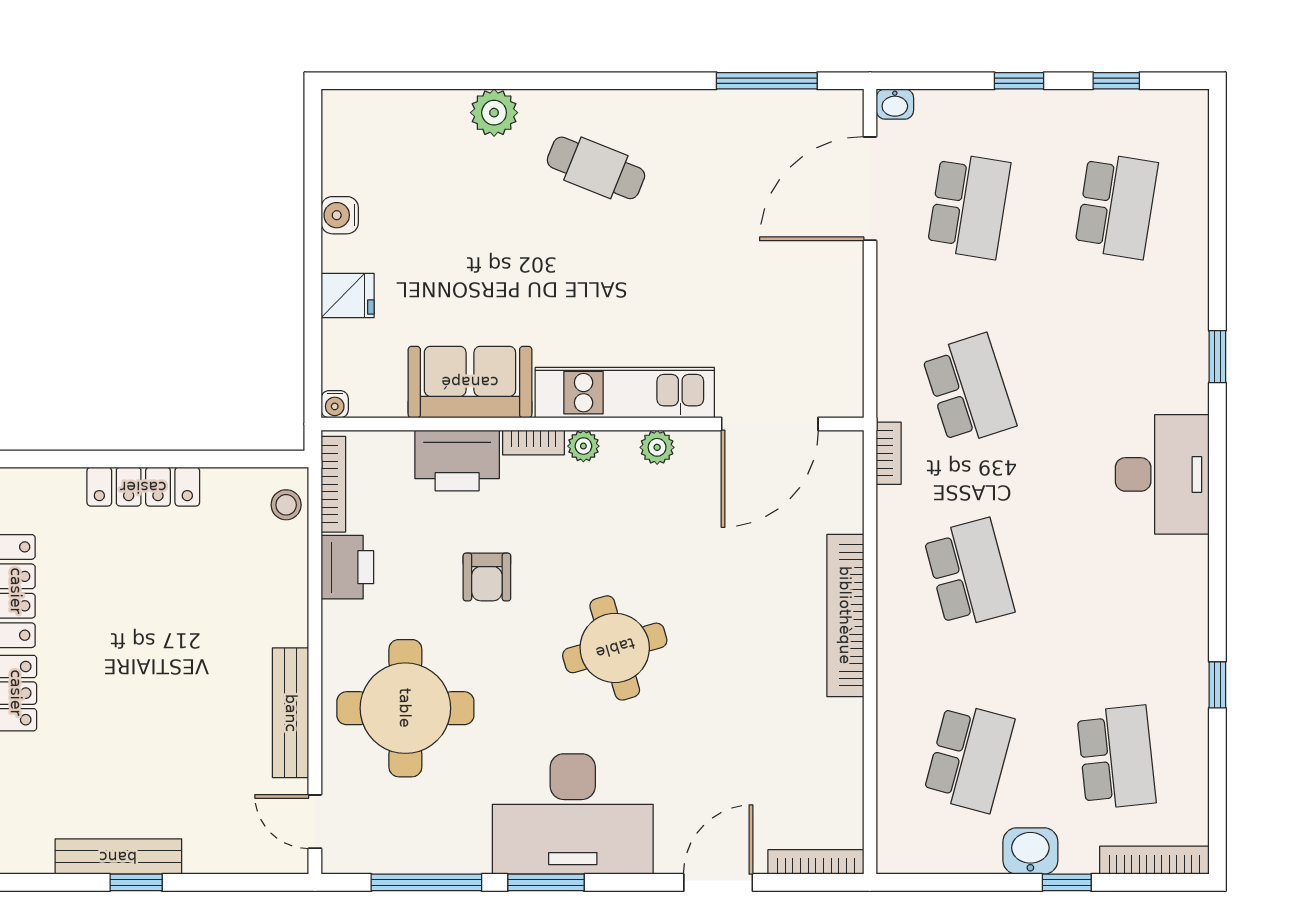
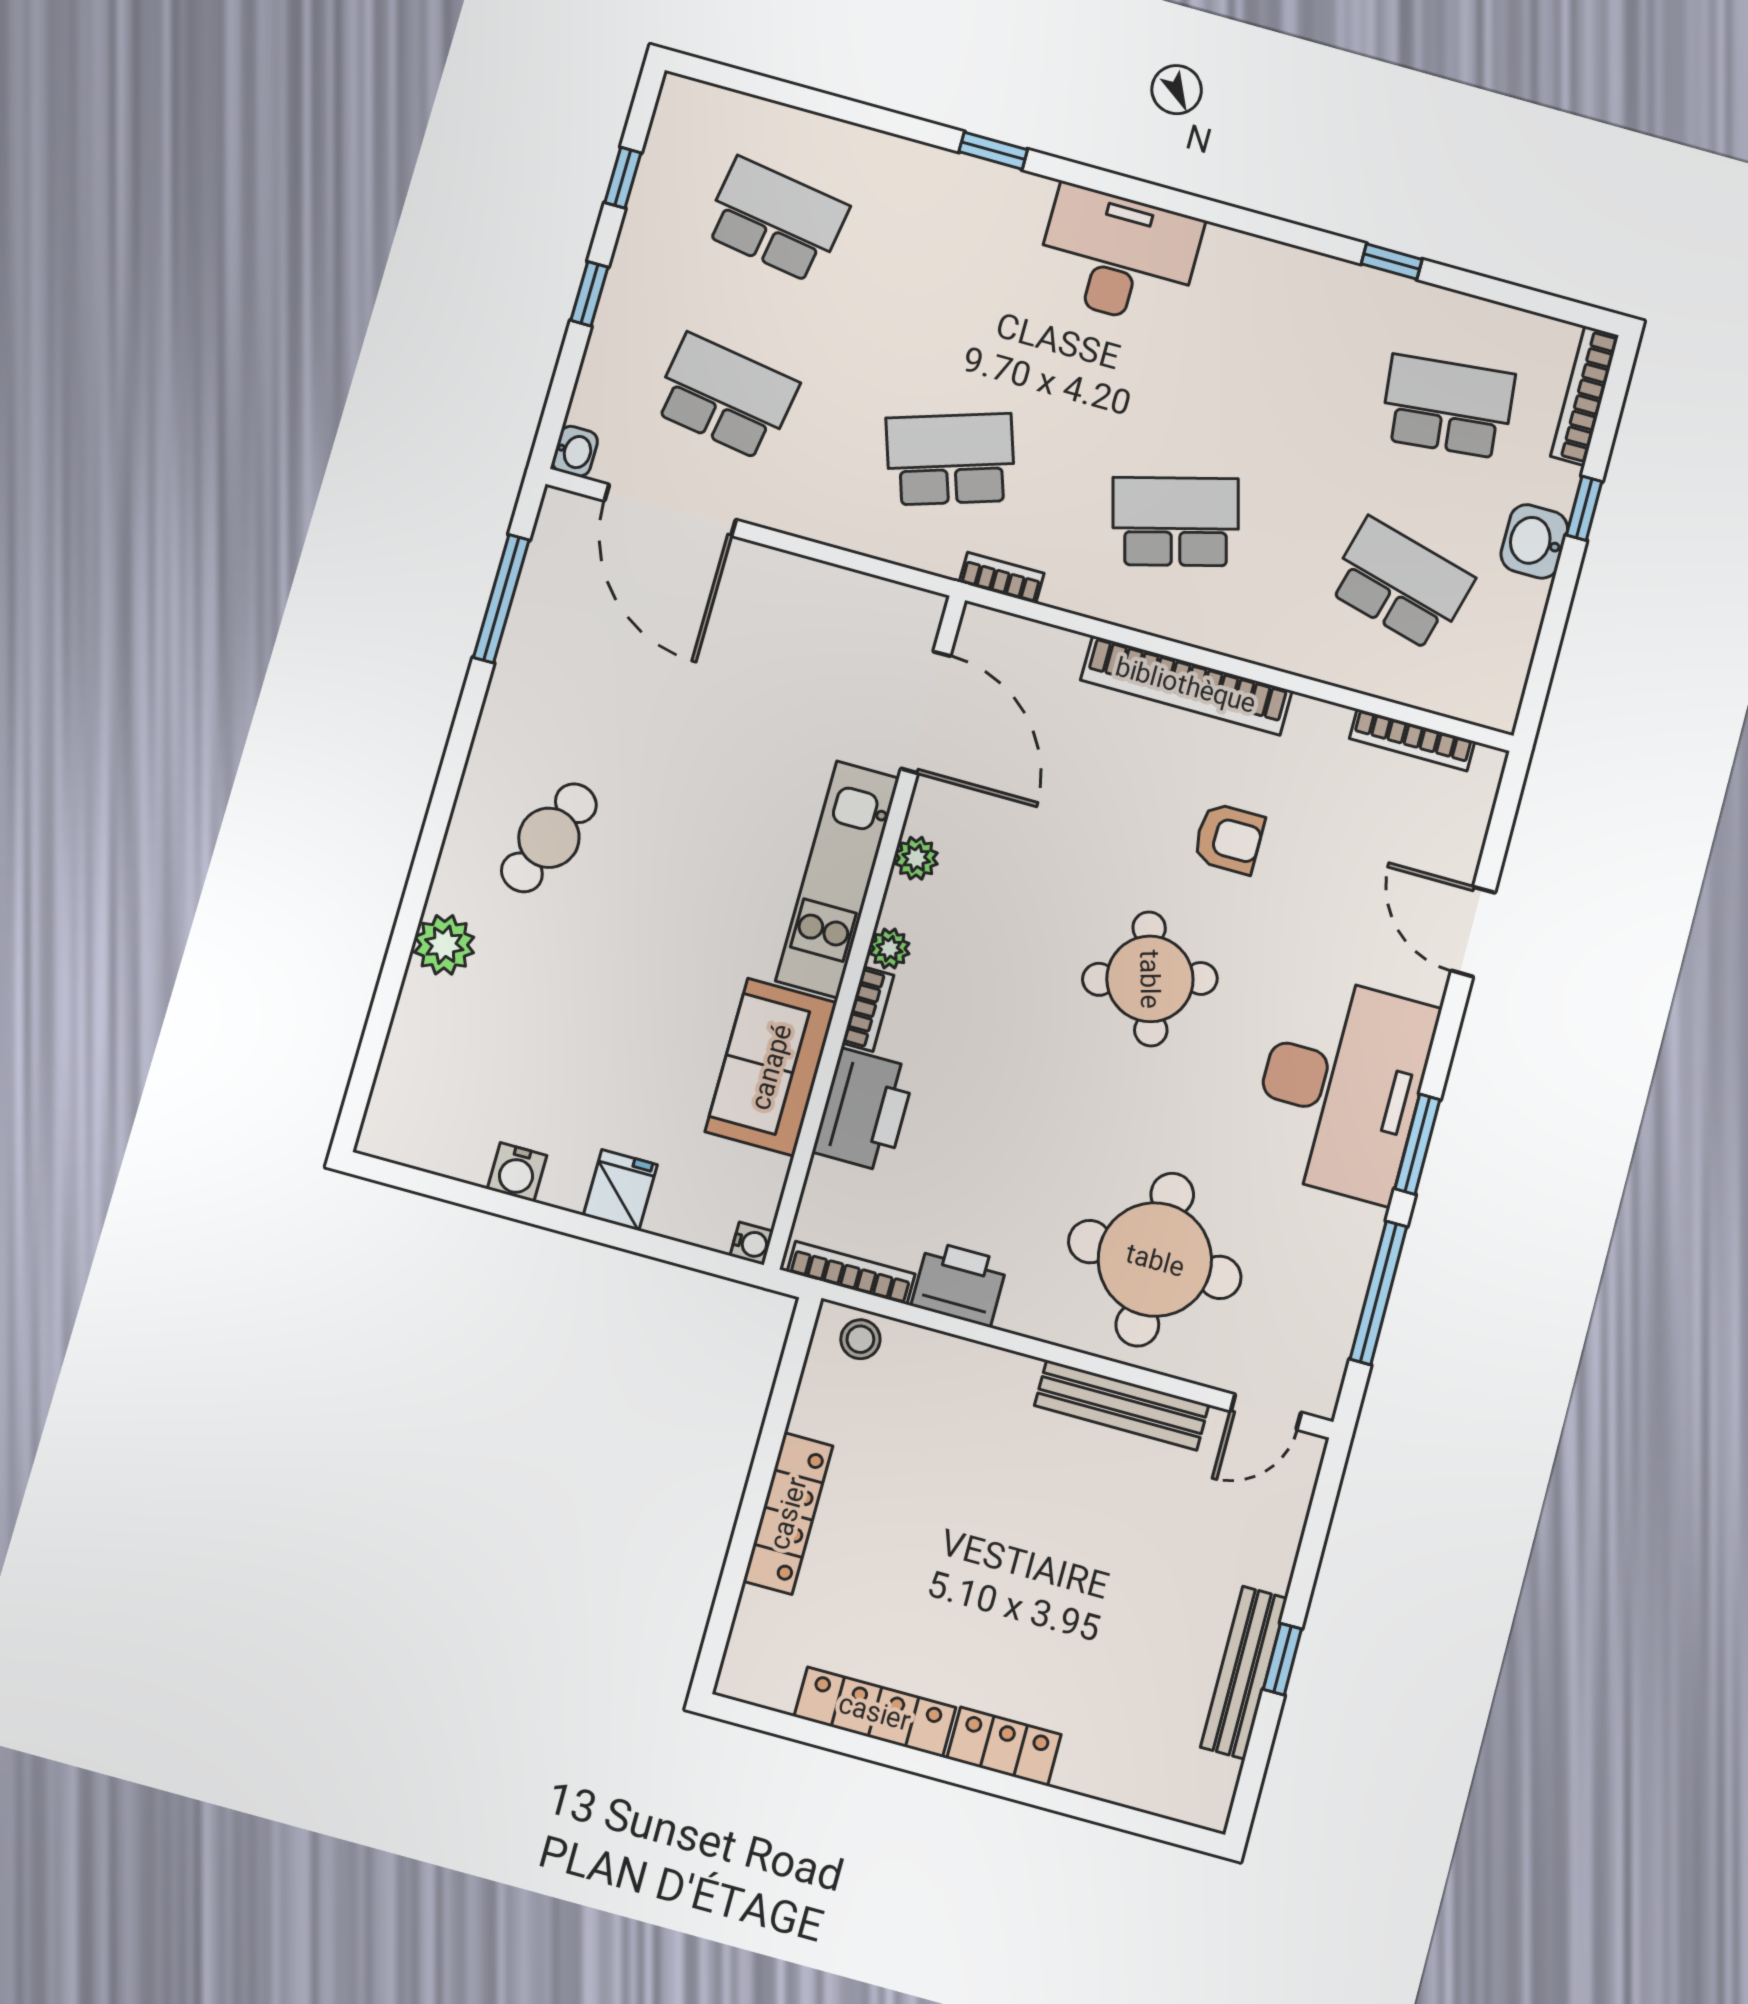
armchair: (487, 577) -> (1229, 838), moved
bookcase: (816, 862) -> (1412, 740), moved, turned -90

